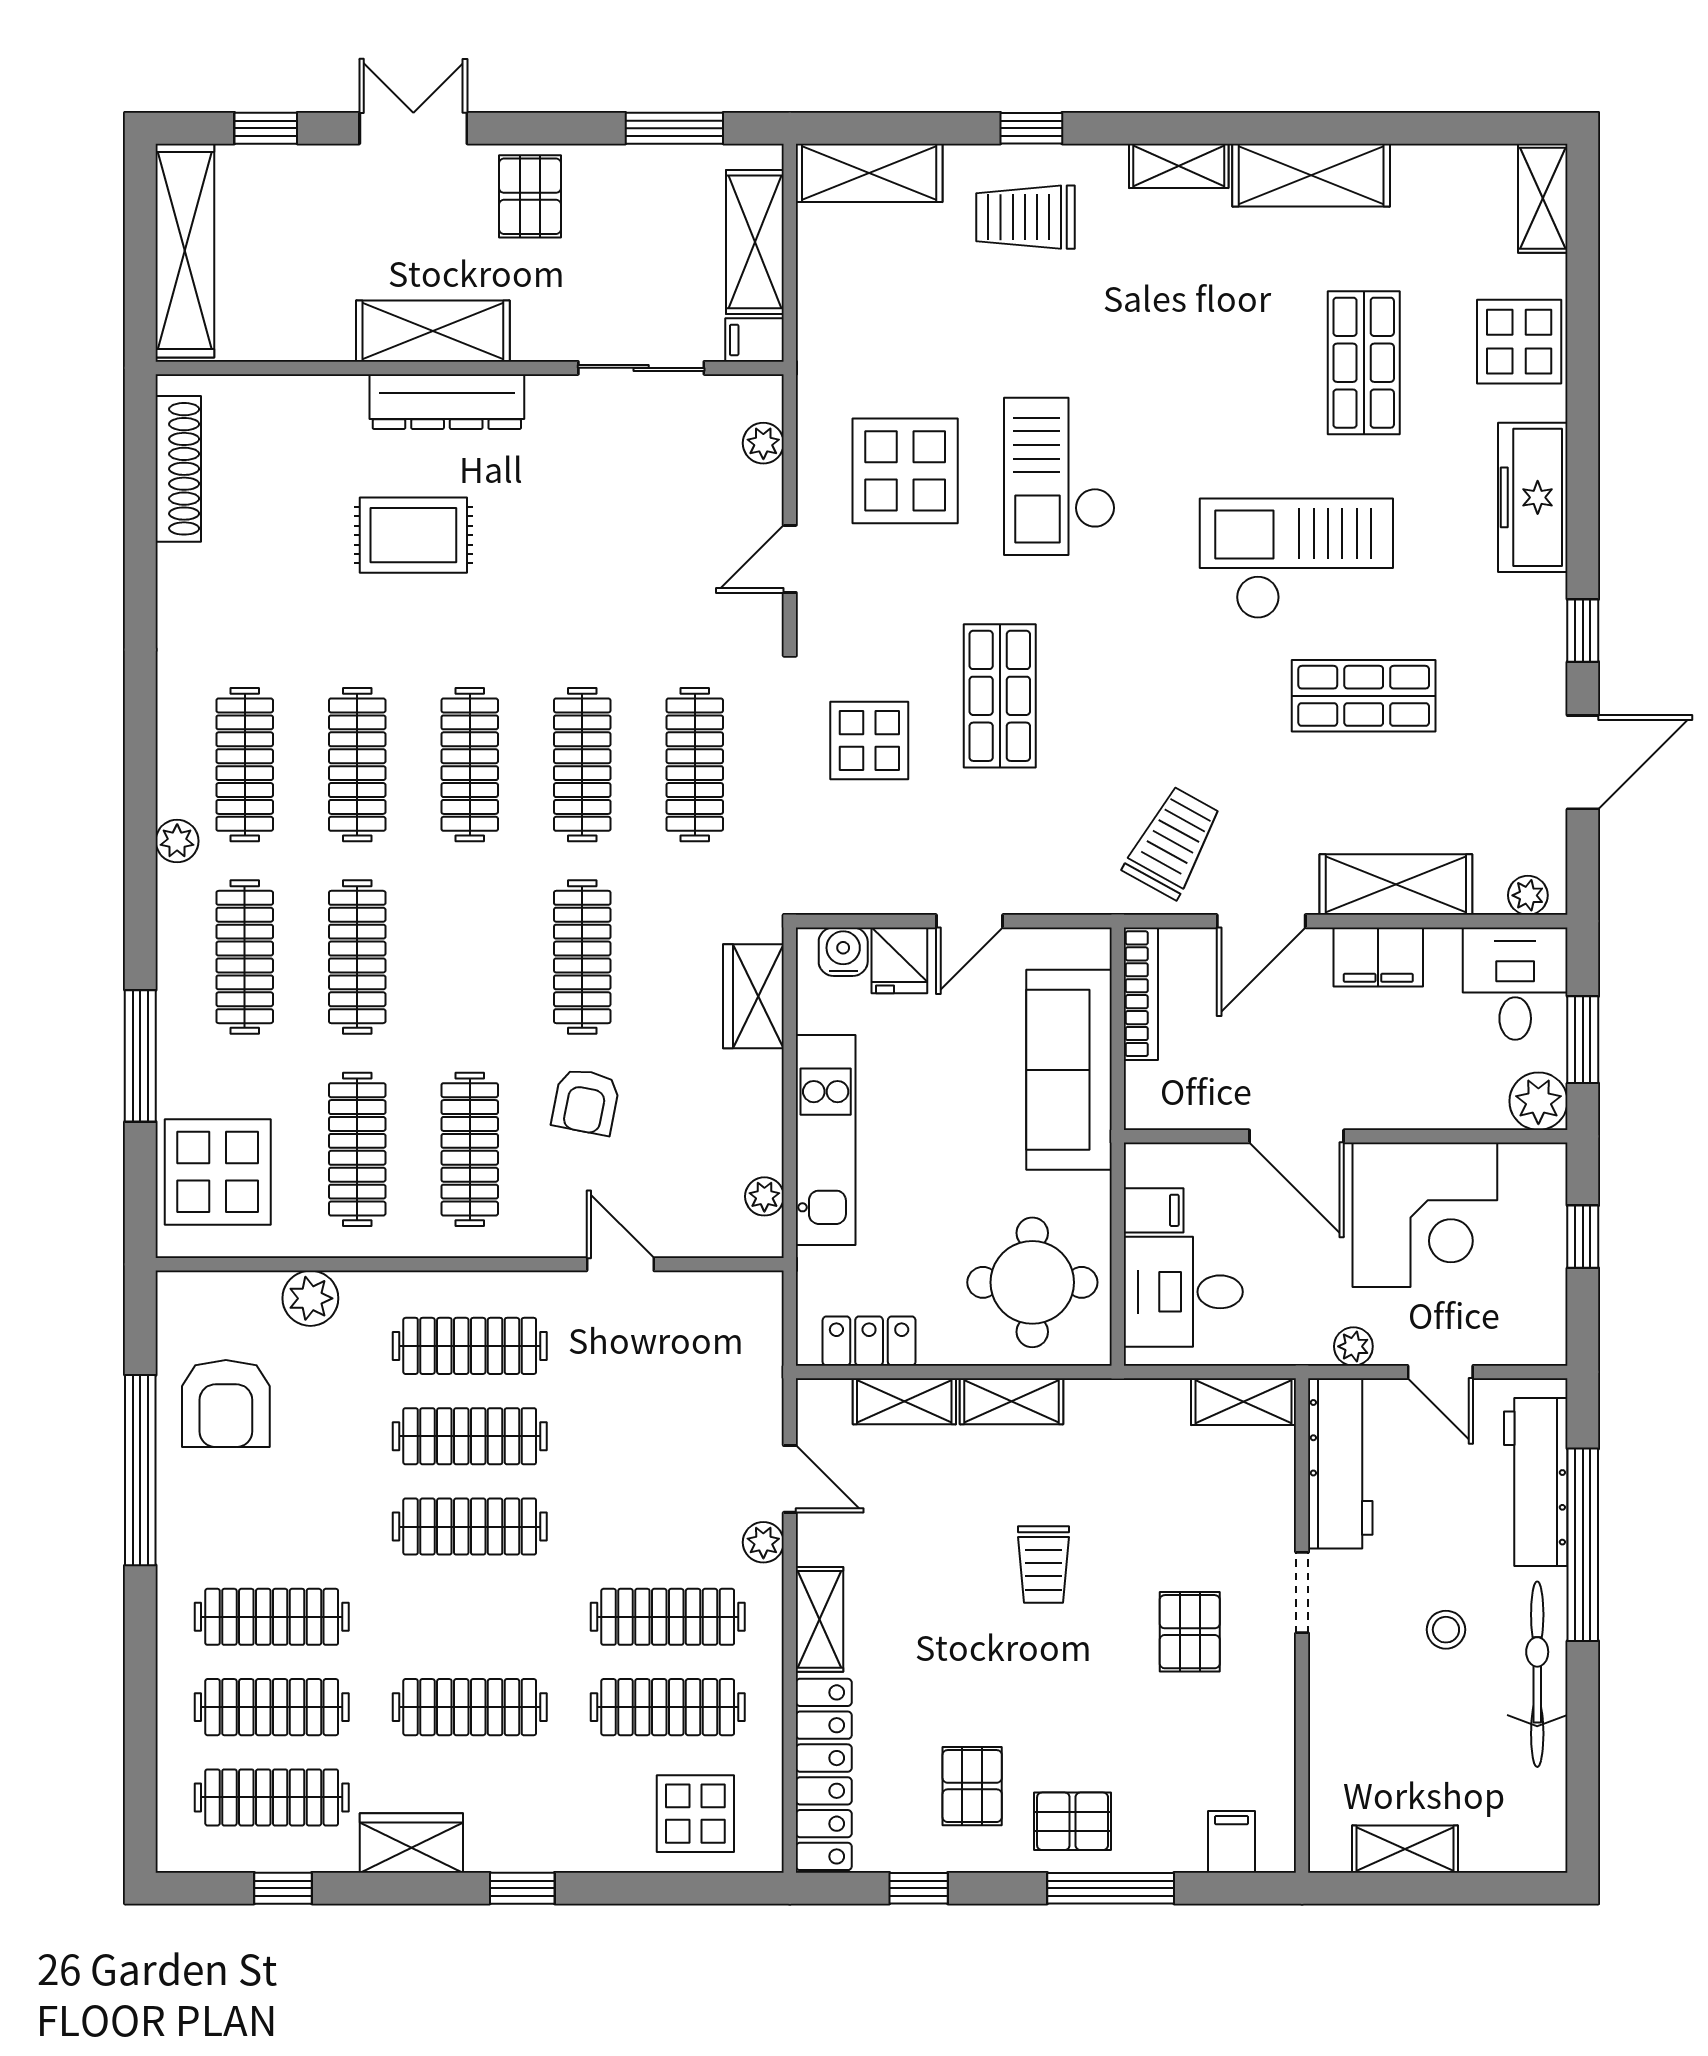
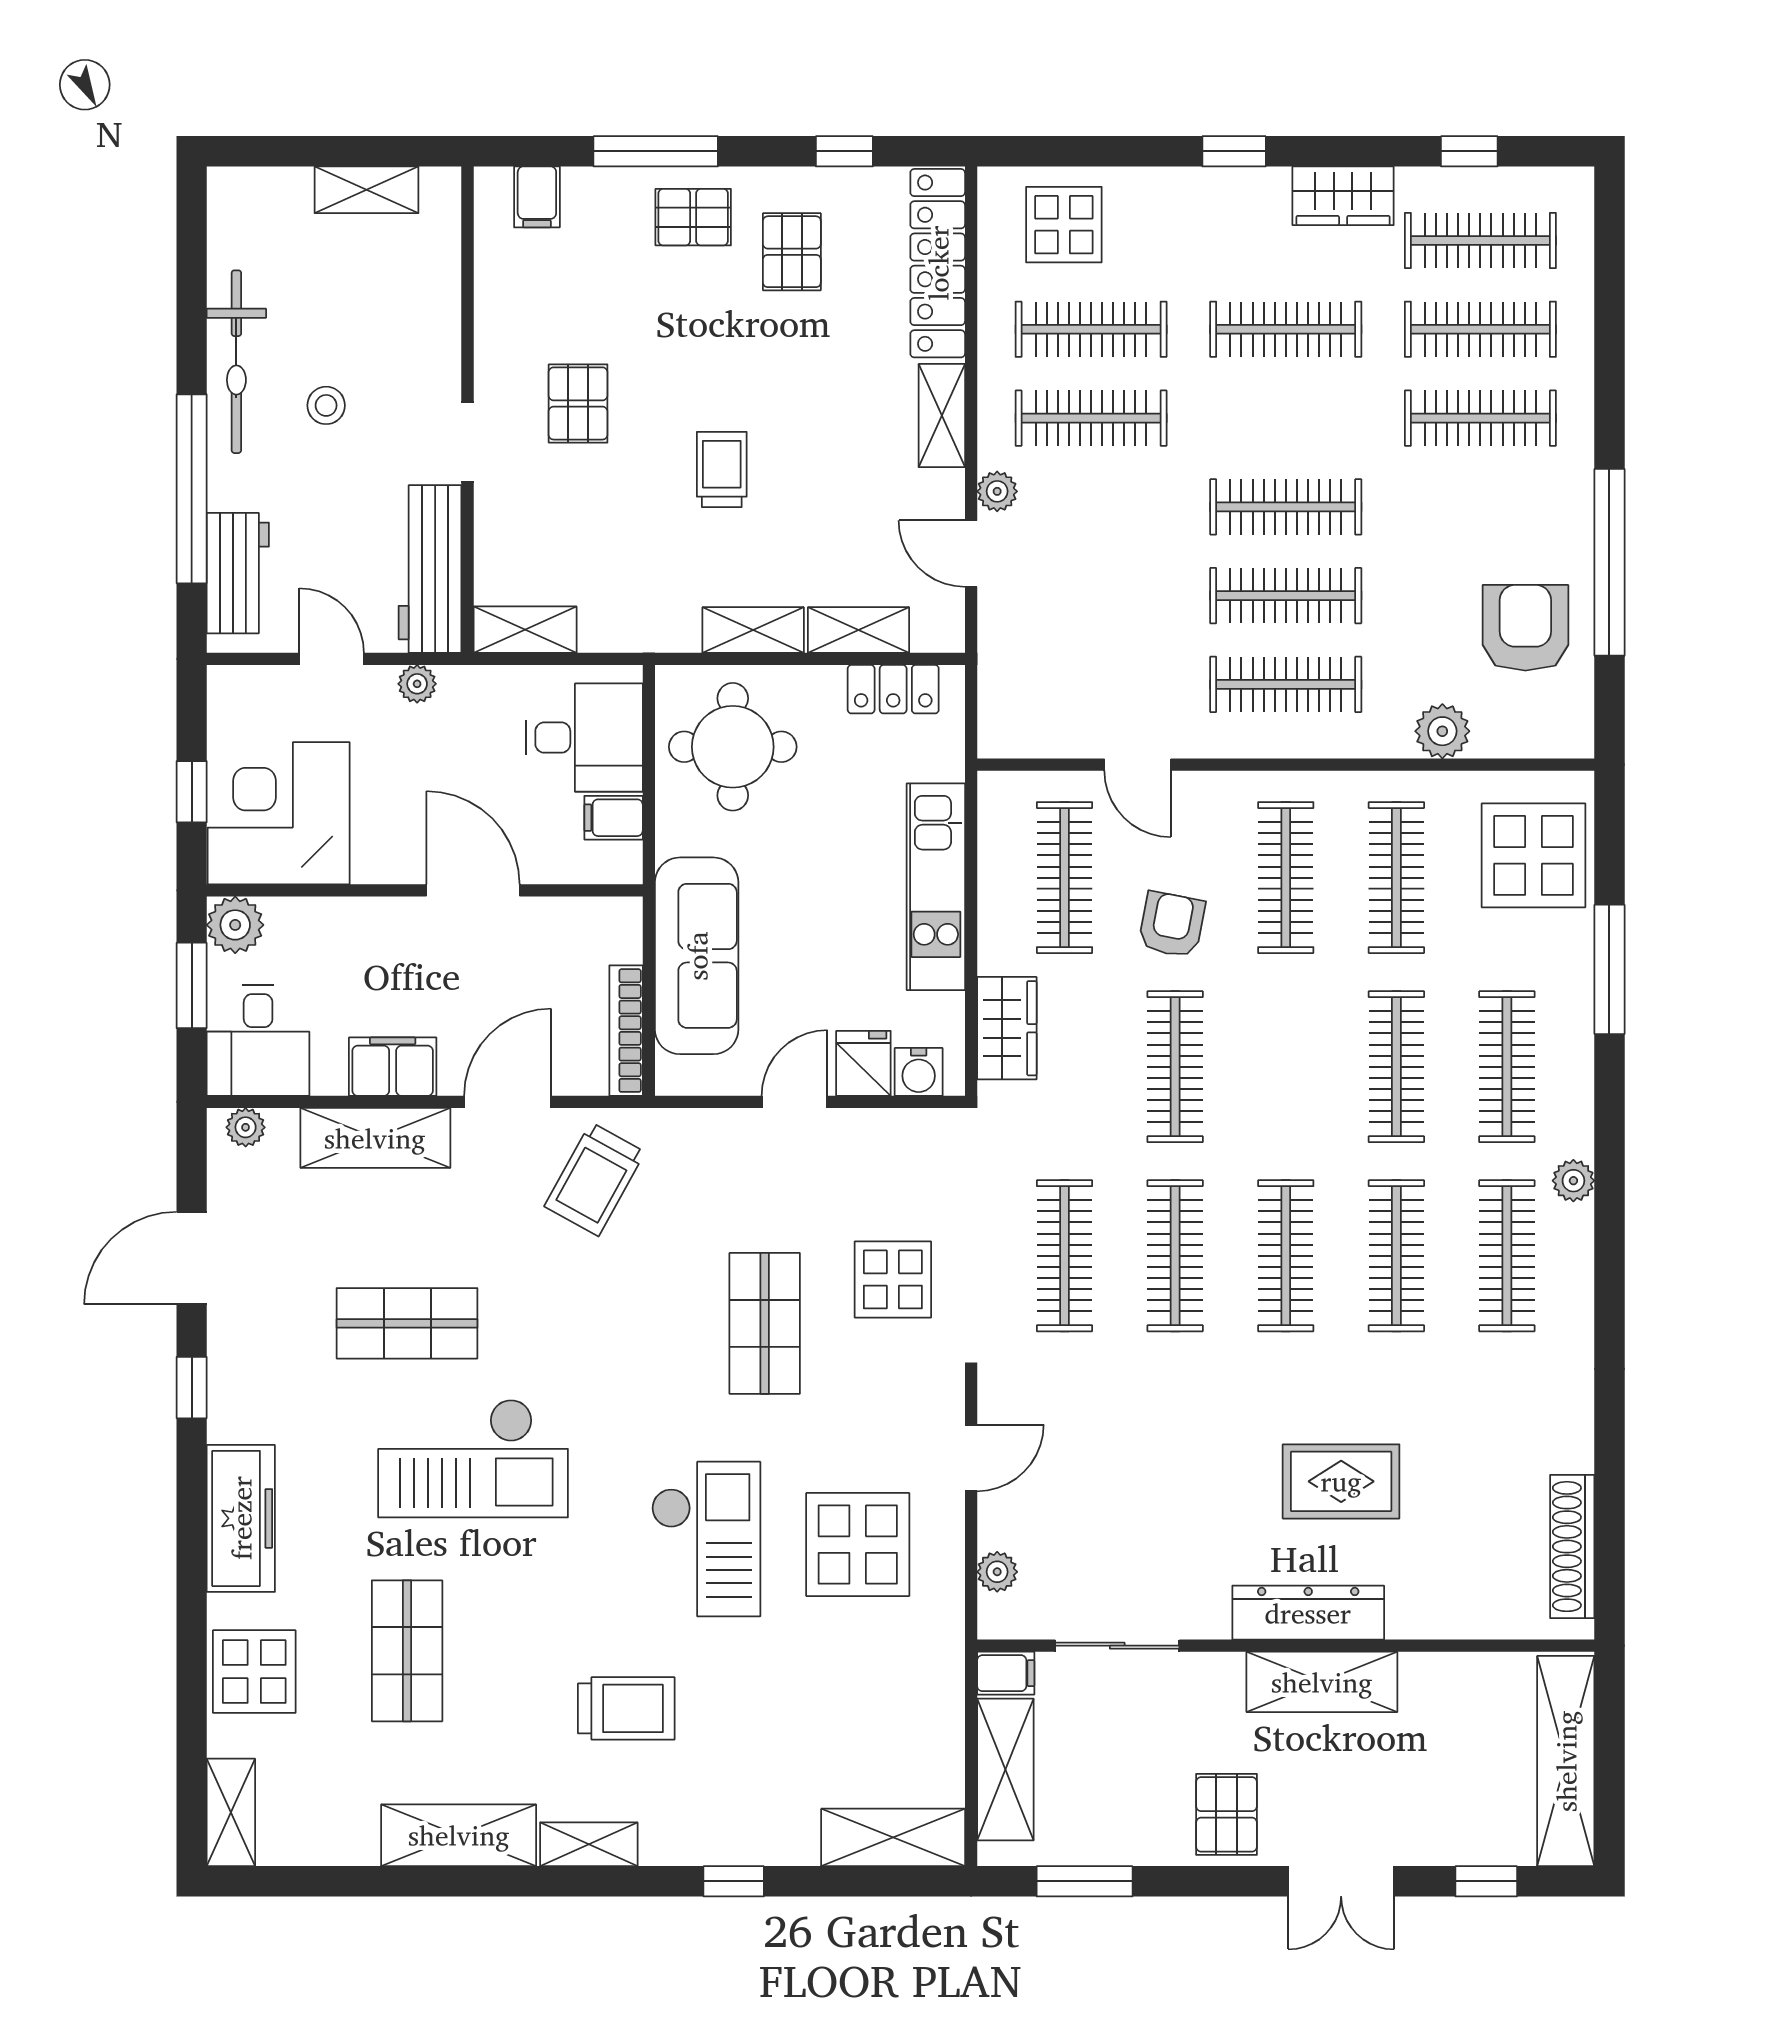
trolley: (1025, 217) -> (626, 1708), moved
clothes rail: (695, 1149) -> (1065, 878), added
plant: (764, 1196) -> (996, 831), removed
corner desk: (1425, 1215) -> (279, 813), moved
workbench: (1536, 1482) -> (238, 573), width x0.73

